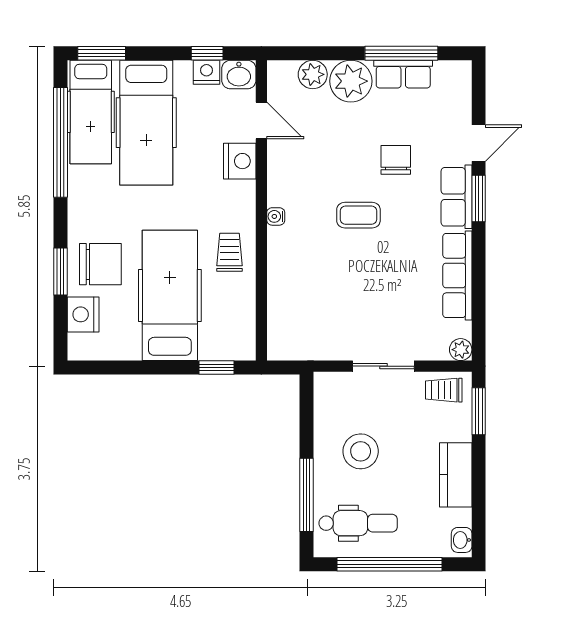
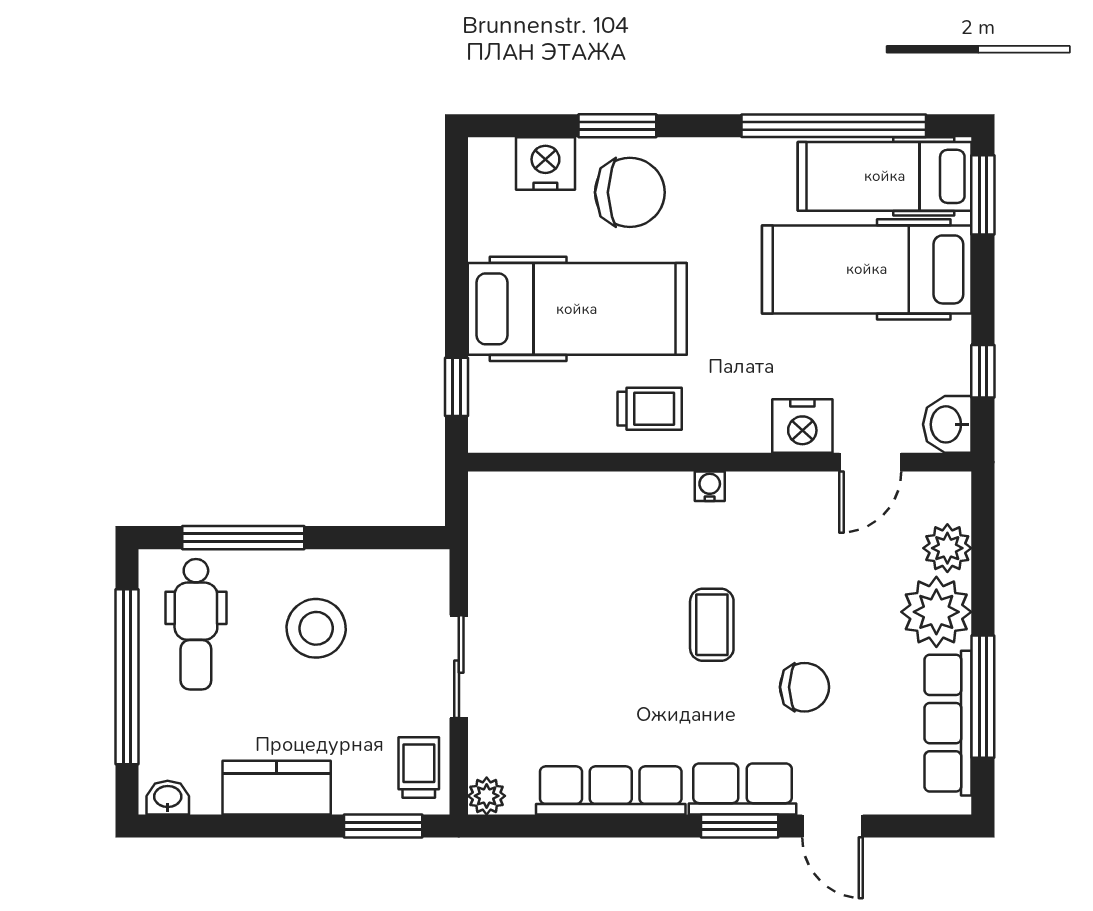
nightstand: (206, 72) -> (951, 370), removed
row of seats: (403, 74) -> (948, 723), width x1.48
chair: (100, 264) -> (630, 192), turned -90

